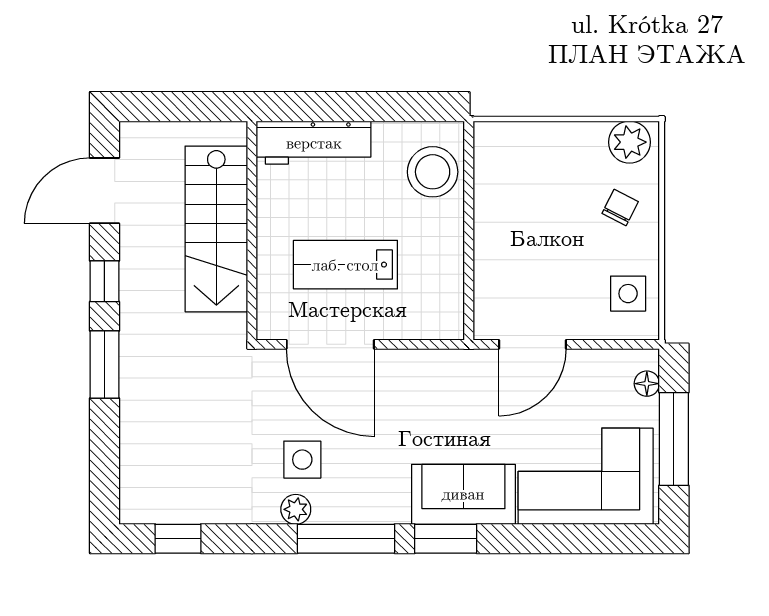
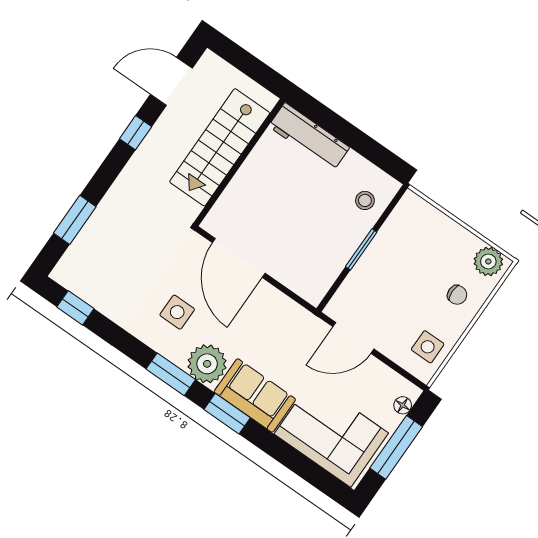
stool: (433, 172) -> (365, 200), width x0.53, depth x0.53
chair: (620, 208) -> (457, 295), turned 63
window: (469, 233) -> (361, 249), added
lab bench: (345, 265) -> (279, 219), removed
window: (104, 364) -> (75, 220), moved
plant: (296, 509) -> (207, 364), moved, width x1.88, depth x1.88
window: (346, 539) -> (171, 374), width x0.69

